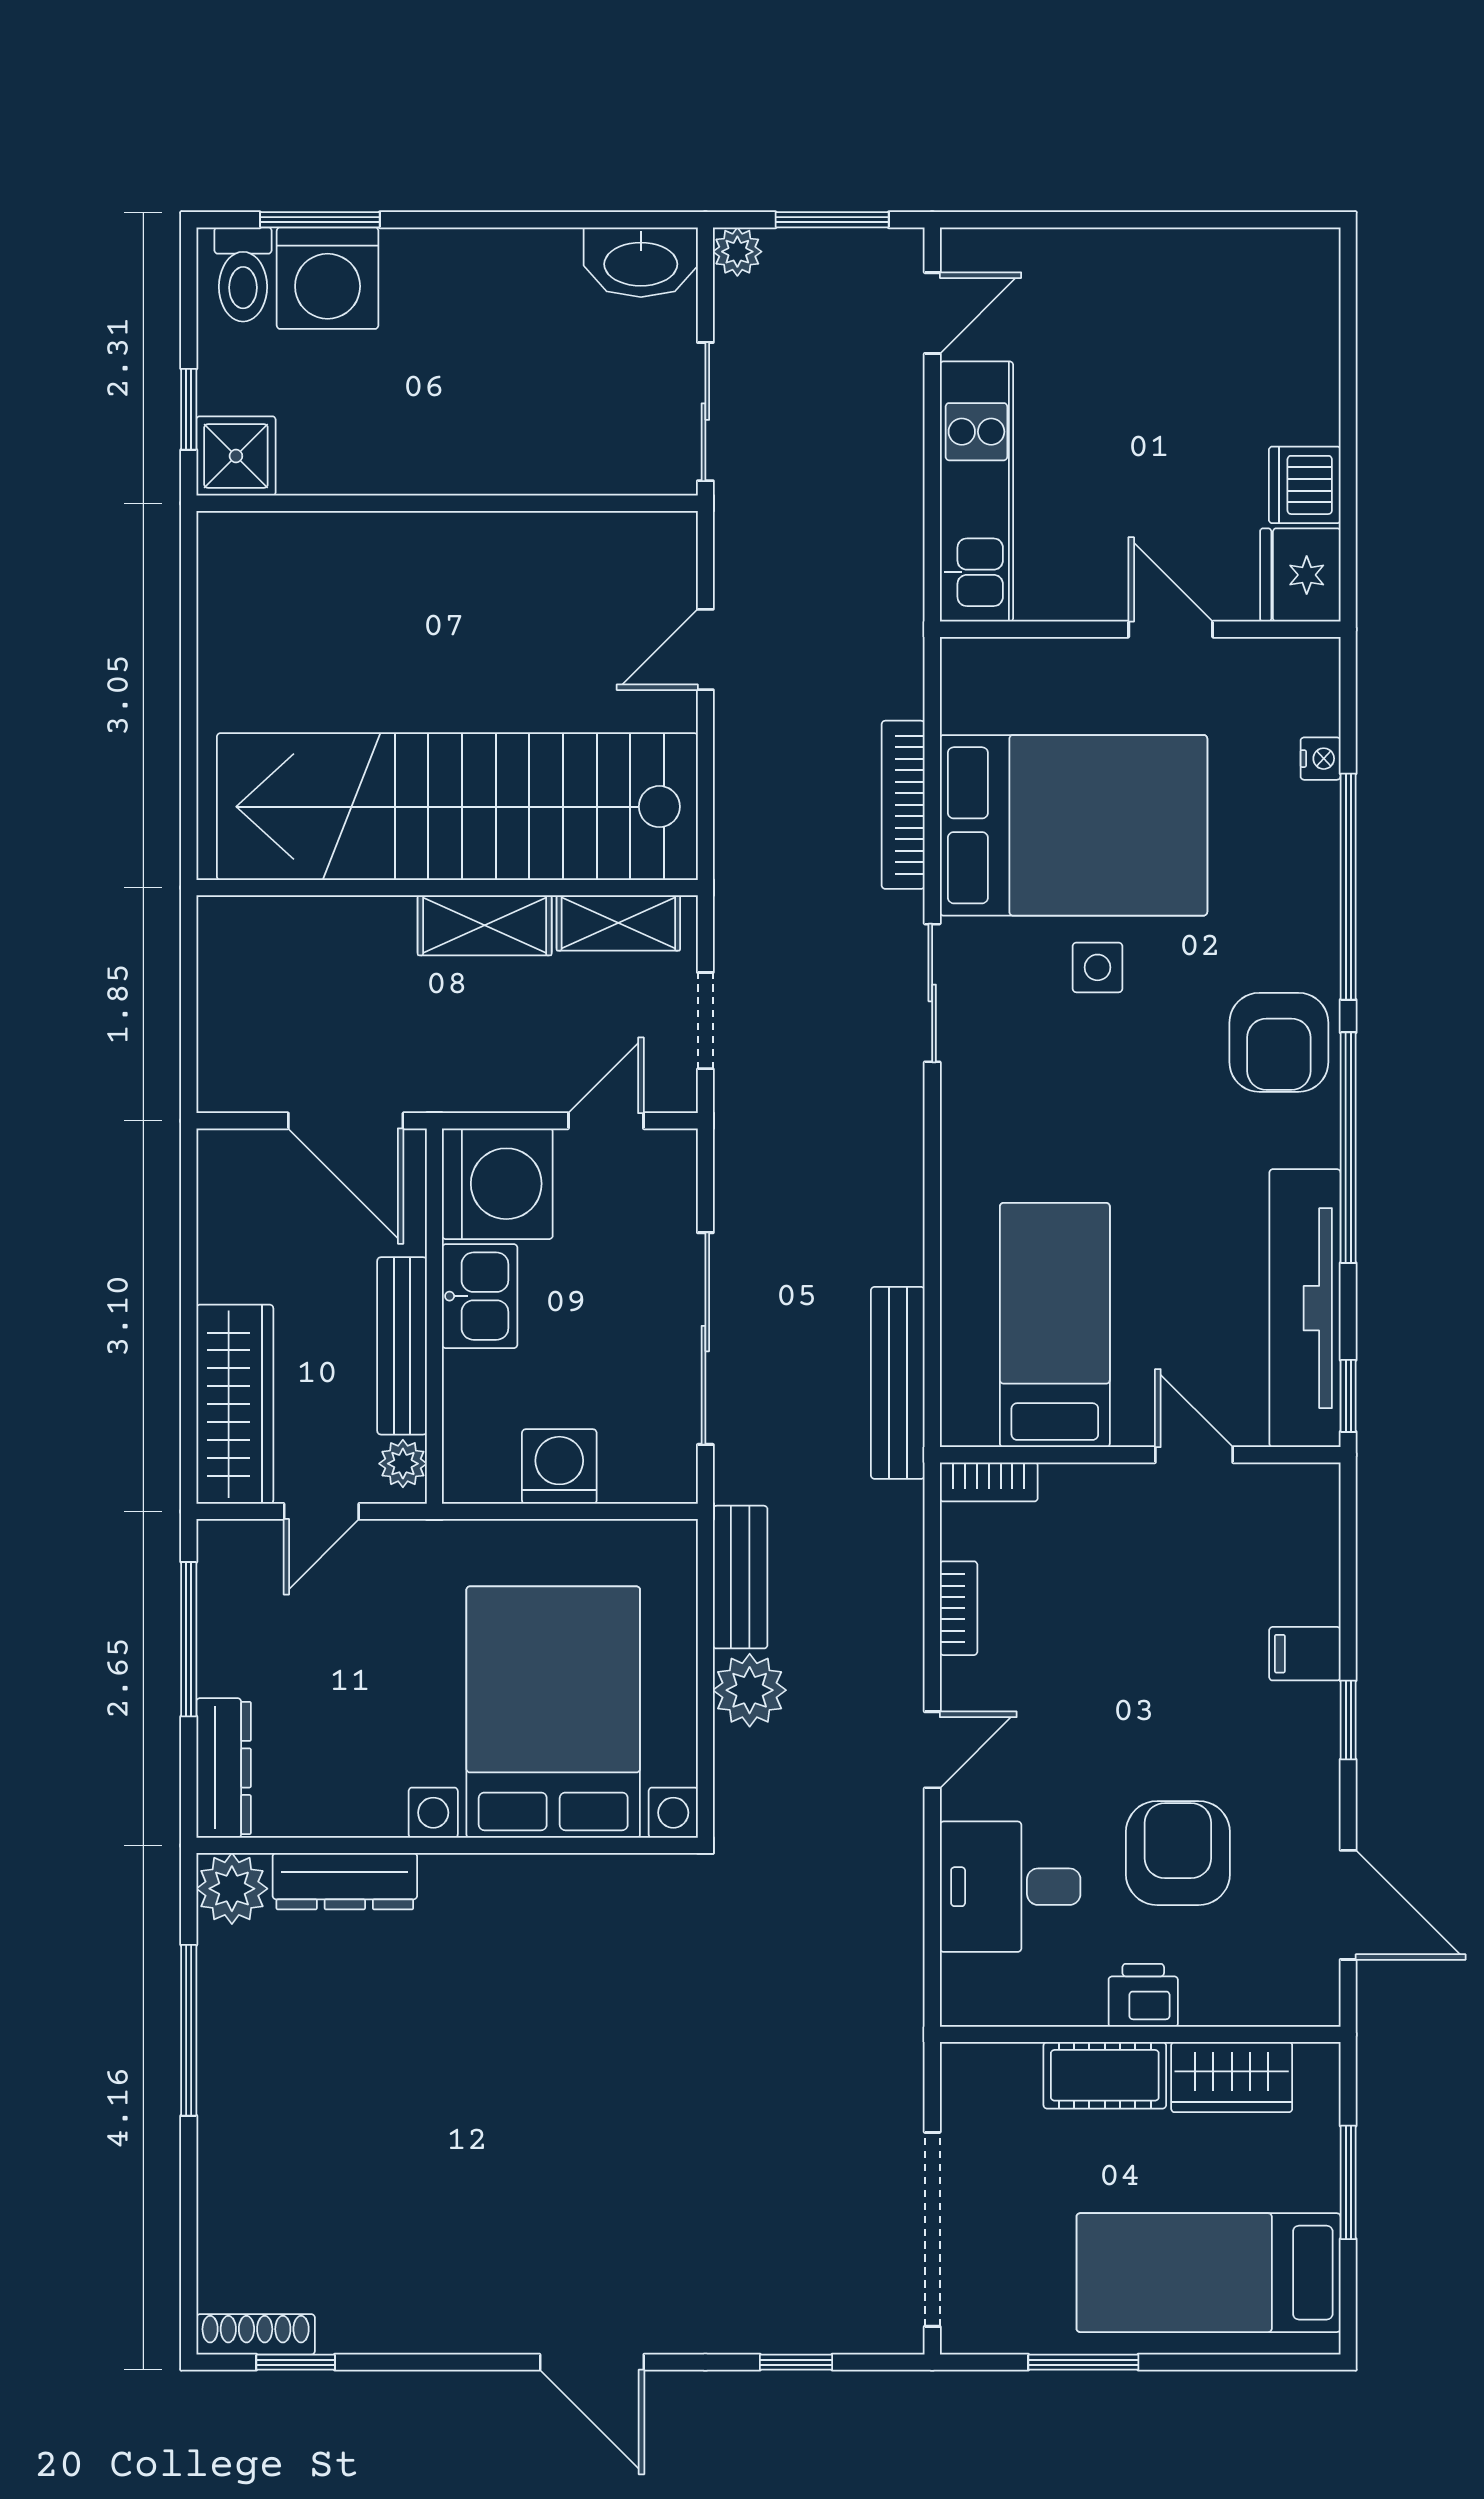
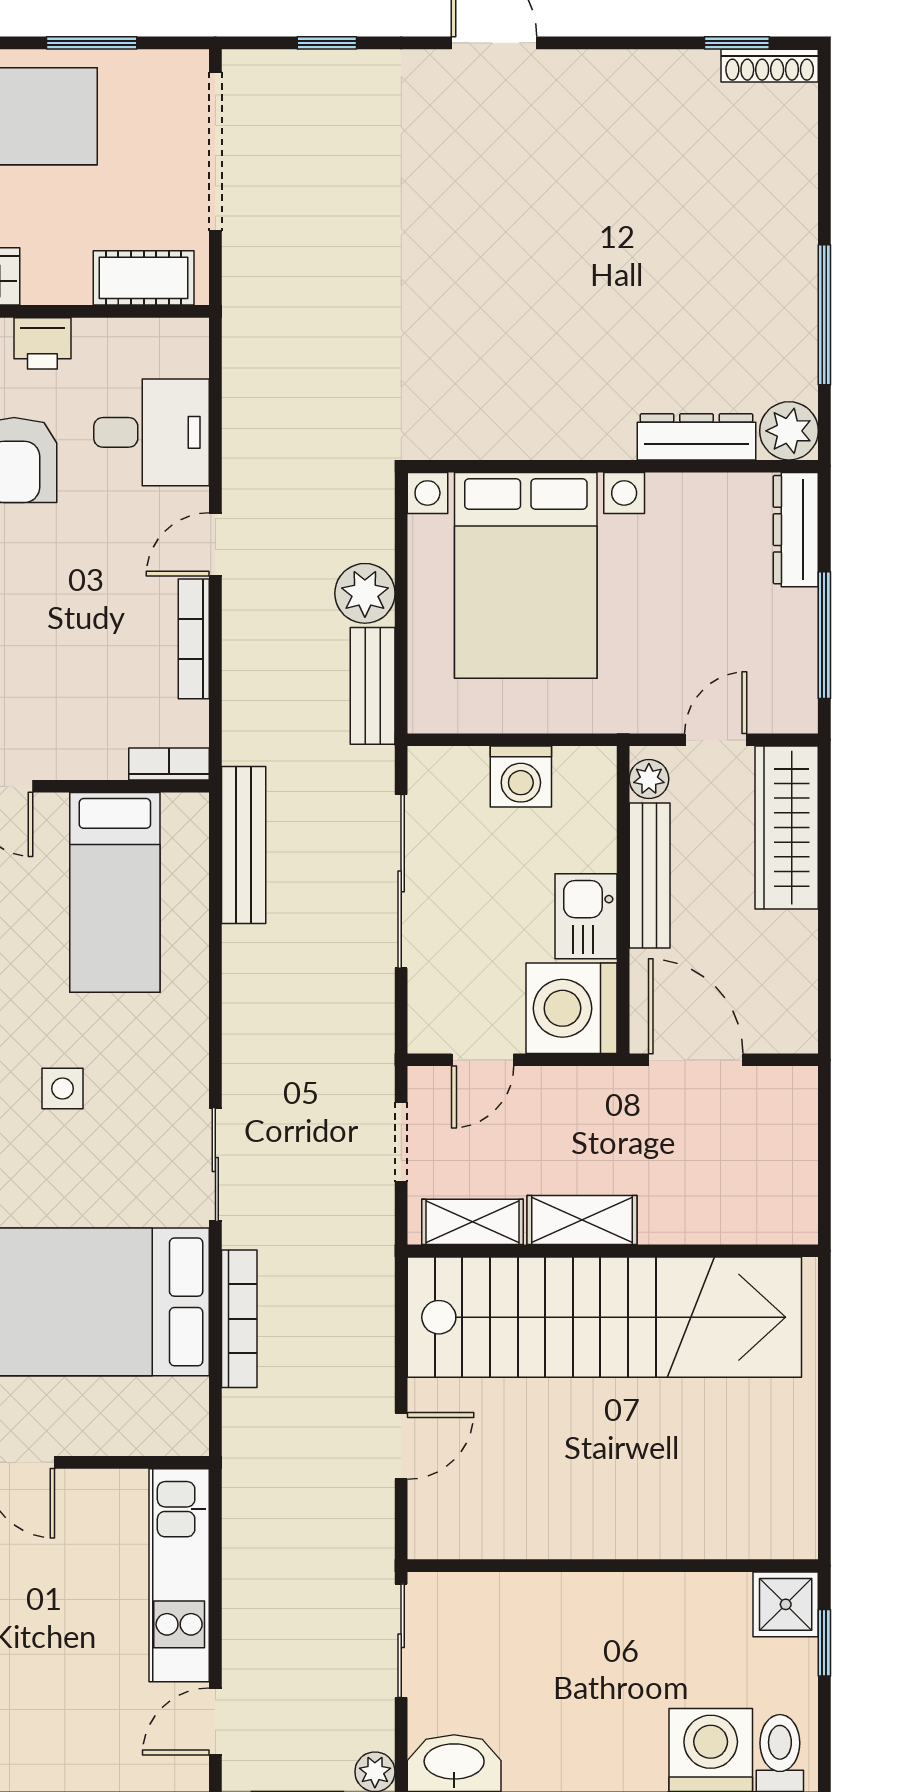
side table: (1098, 967) -> (62, 1089), moved
bookcase: (959, 1608) -> (194, 639), width x1.56
cot: (1105, 2075) -> (144, 278), moved

